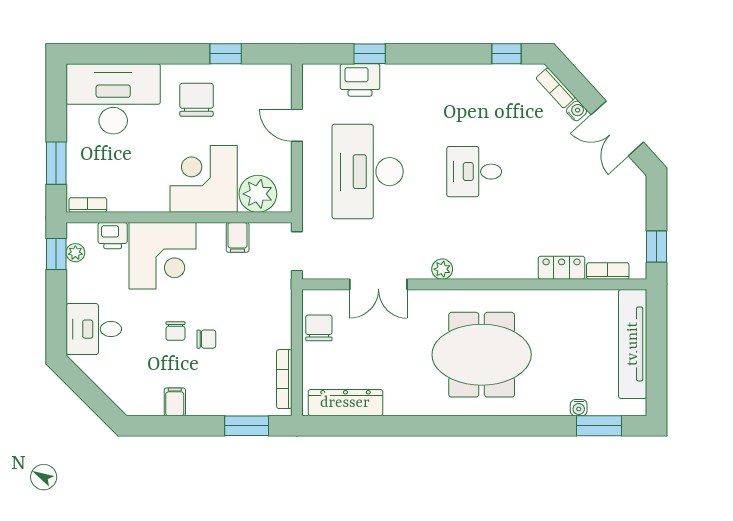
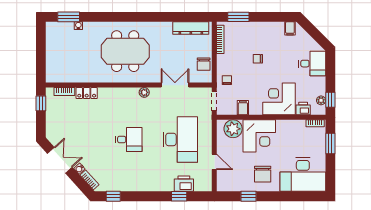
chair: (175, 331) -> (227, 80), moved
tv unit: (633, 344) -> (52, 56), removed
filing cabinet: (175, 402) -> (290, 28), moved

